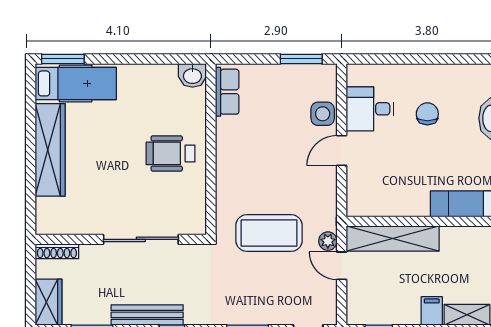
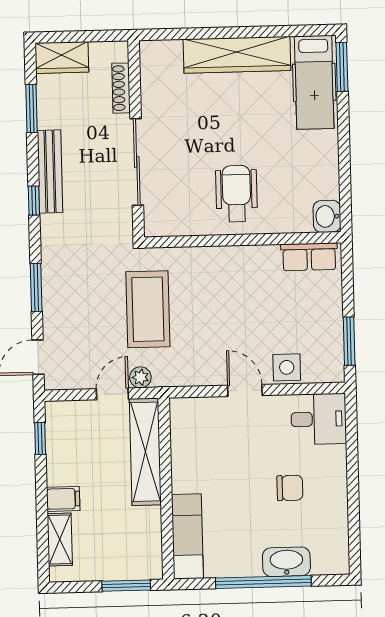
desk: (370, 109) -> (319, 419), moved, turned 90
shoe rack: (57, 251) -> (121, 88), moved

